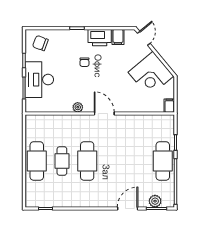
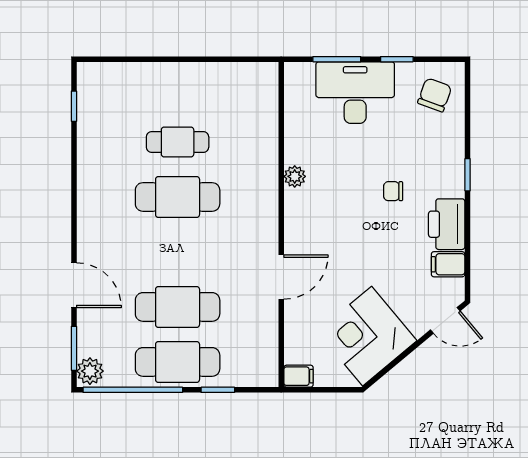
door: (104, 113) -> (281, 277), moved
cafe table: (37, 161) -> (178, 307), moved
plant: (155, 201) -> (90, 371), moved

